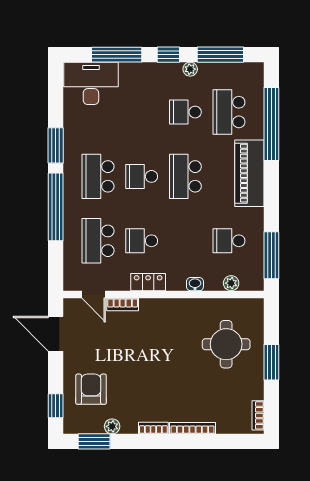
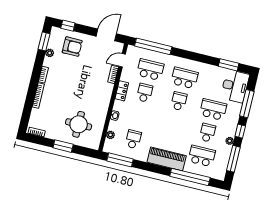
window: (56, 145) -> (229, 65), moved
school desk: (185, 176) -> (213, 109), moved
window: (56, 207) -> (153, 46), moved

